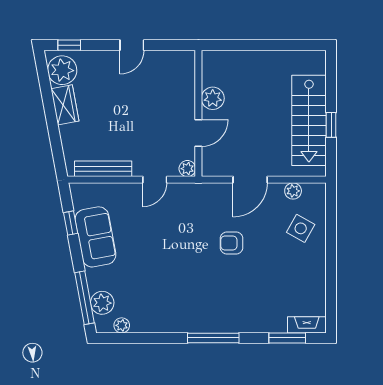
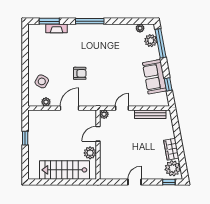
stairs: (309, 120) -> (65, 170), moved, turned -90
fireplace: (307, 325) -> (57, 28), moved

